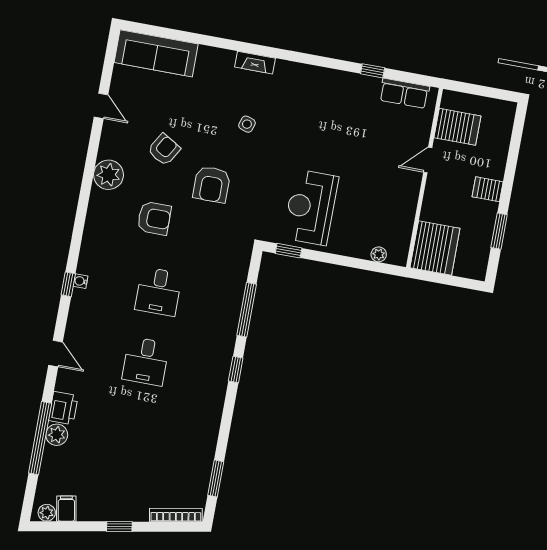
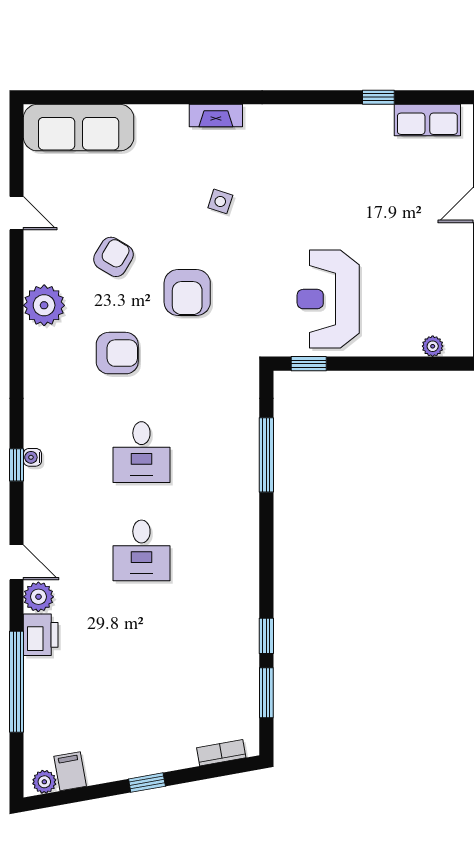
window: (236, 369) -> (266, 636), moved
plant: (57, 435) -> (38, 597), moved
bookcase: (176, 515) -> (221, 753), width x0.64

